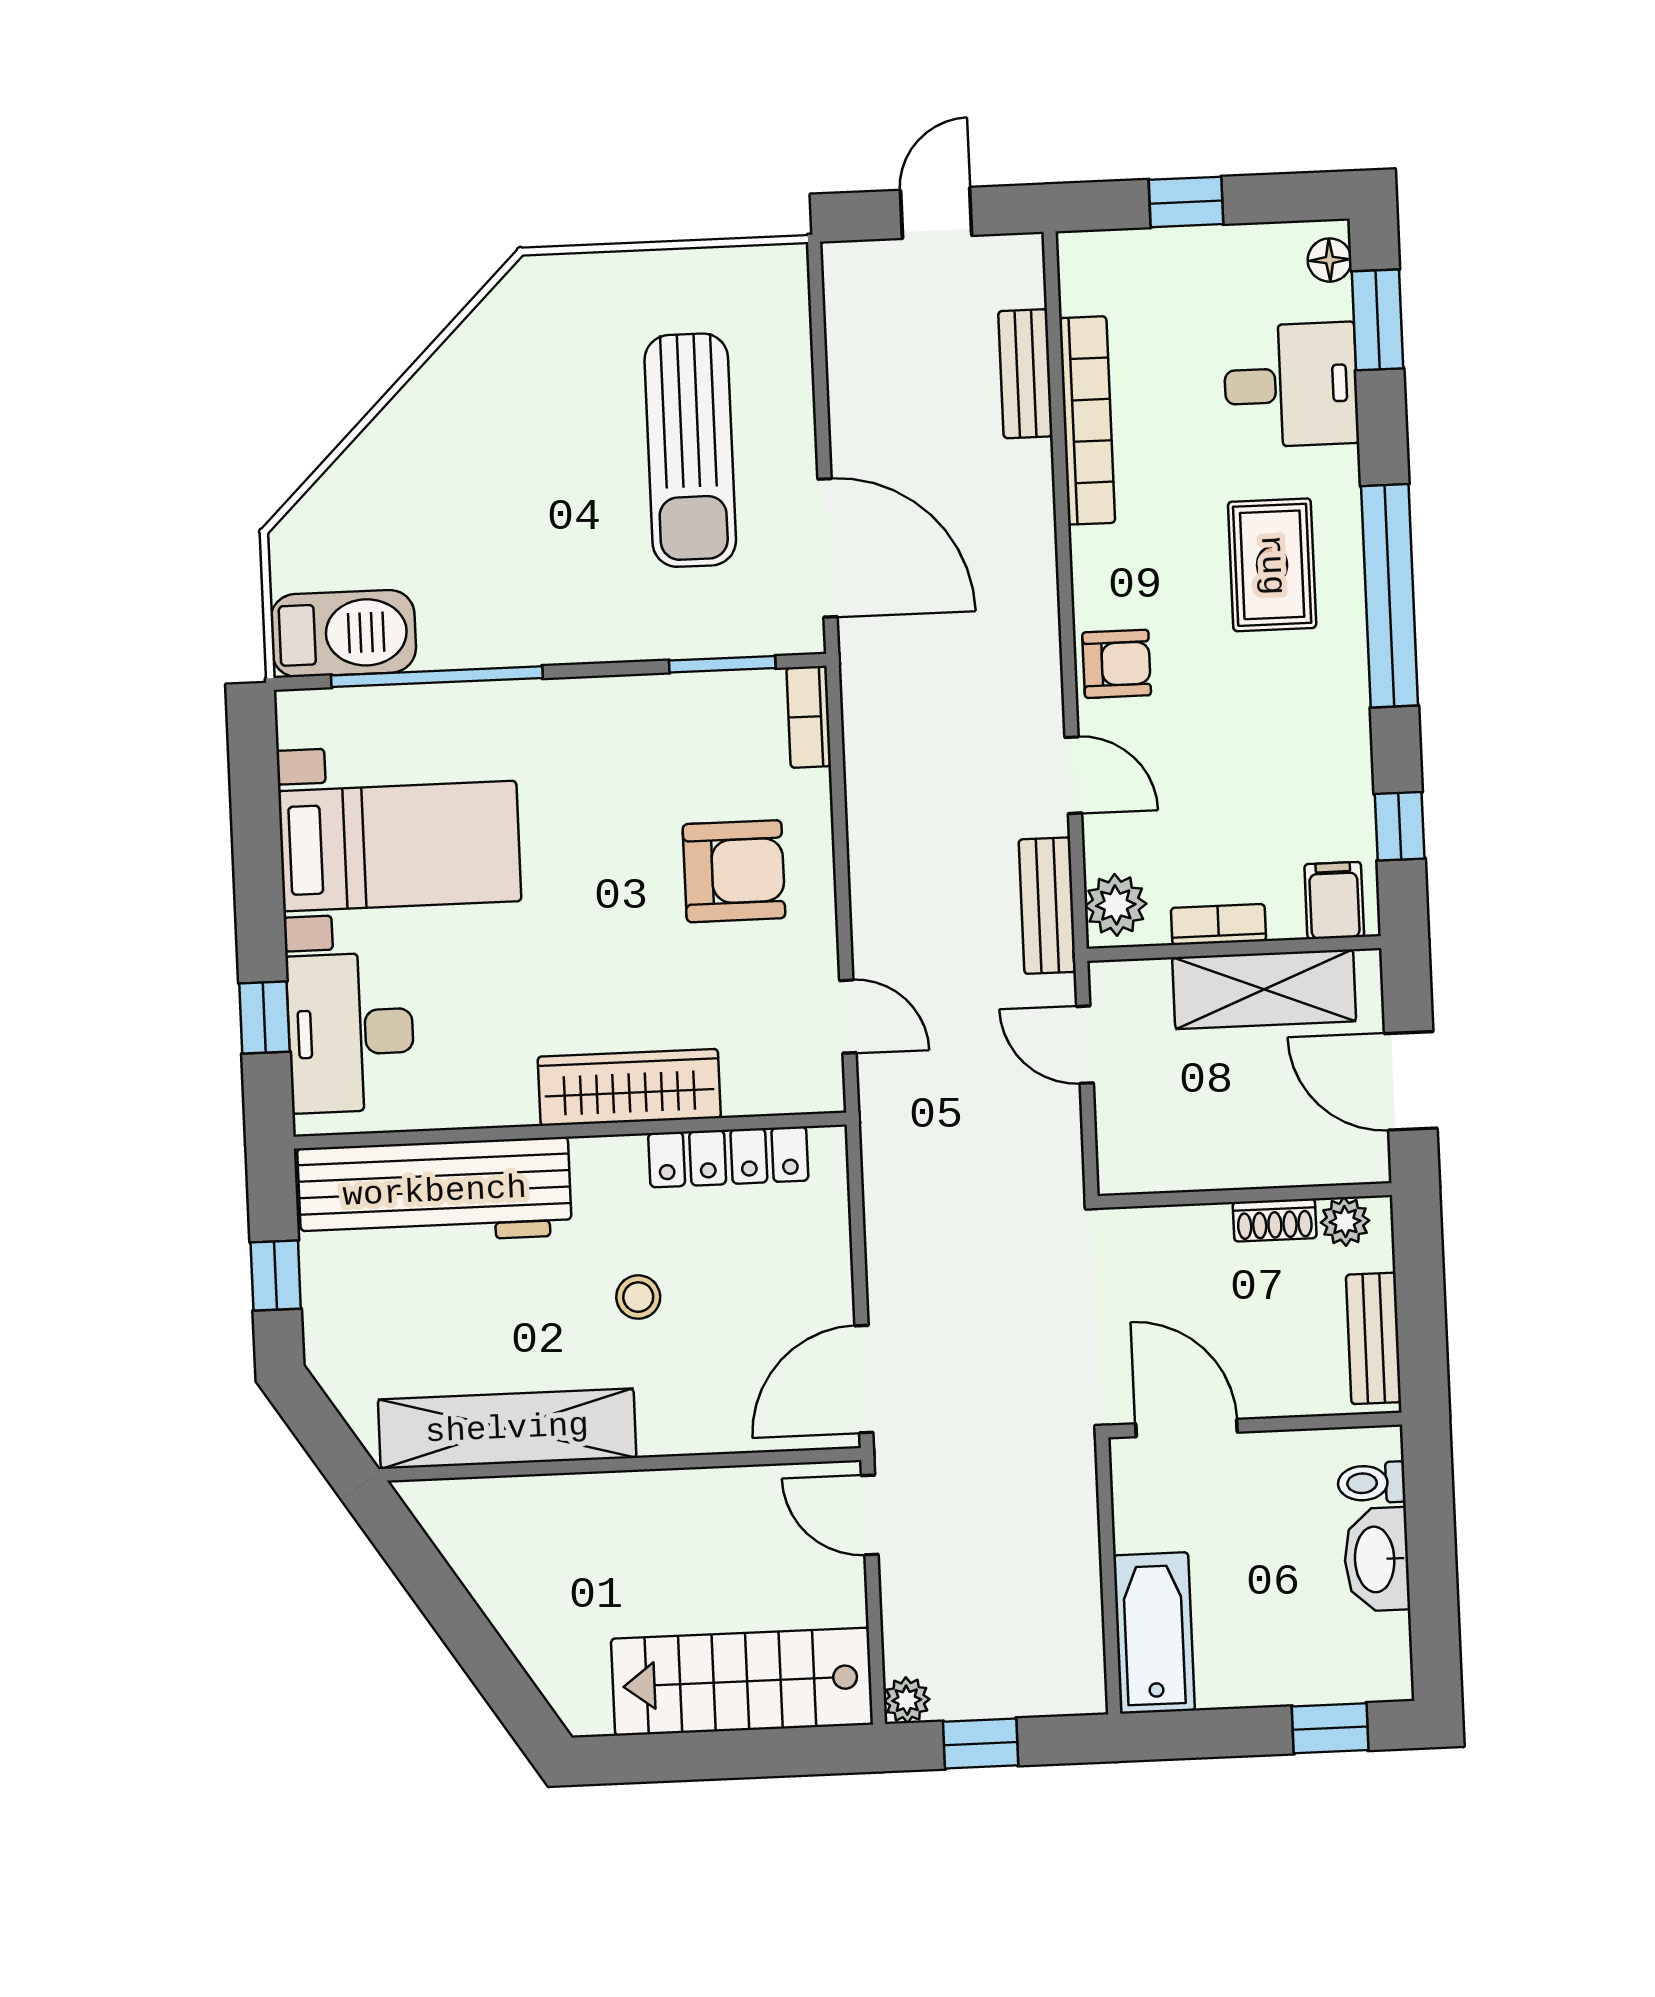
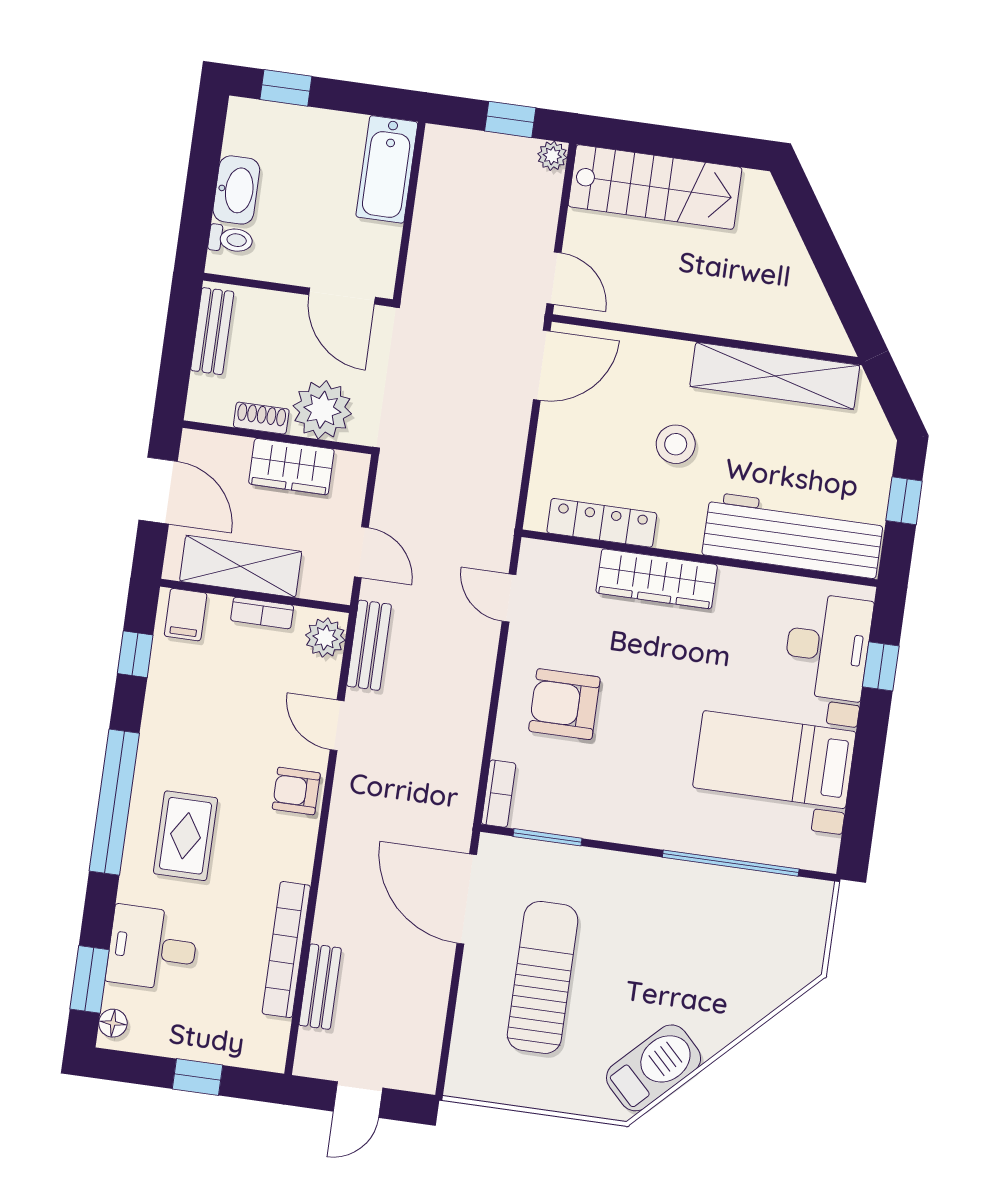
barbecue: (343, 633) -> (654, 1068), moved, turned 135
wardrobe: (1215, 1155) -> (291, 467), added
plant: (1345, 1222) -> (322, 410), moved, width x1.87, depth x1.87
stool: (638, 1297) -> (676, 444), width x1.37, depth x1.37

